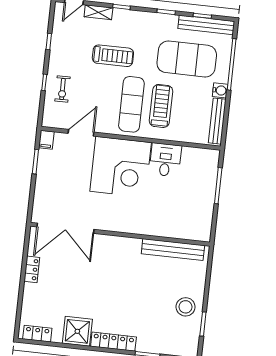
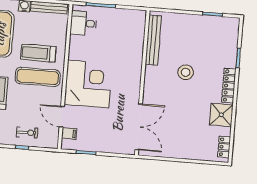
filing cabinet: (46, 140) -> (69, 133), moved
desk: (165, 160) -> (84, 23), moved
locker: (32, 269) -> (173, 153), removed
stool: (186, 307) -> (186, 72), moved

